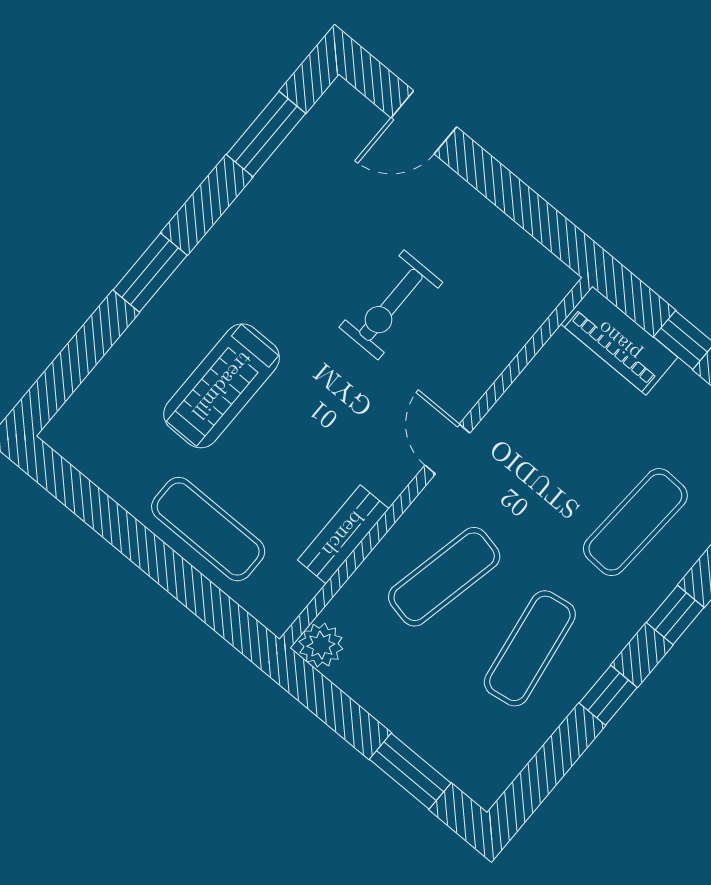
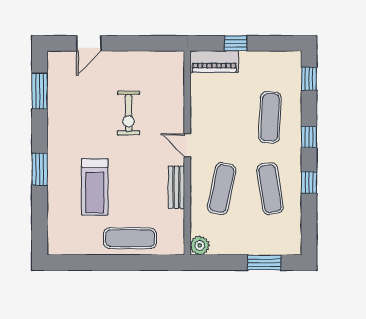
bench: (343, 534) -> (176, 187), moved

